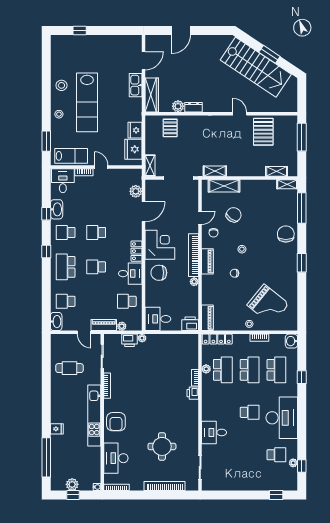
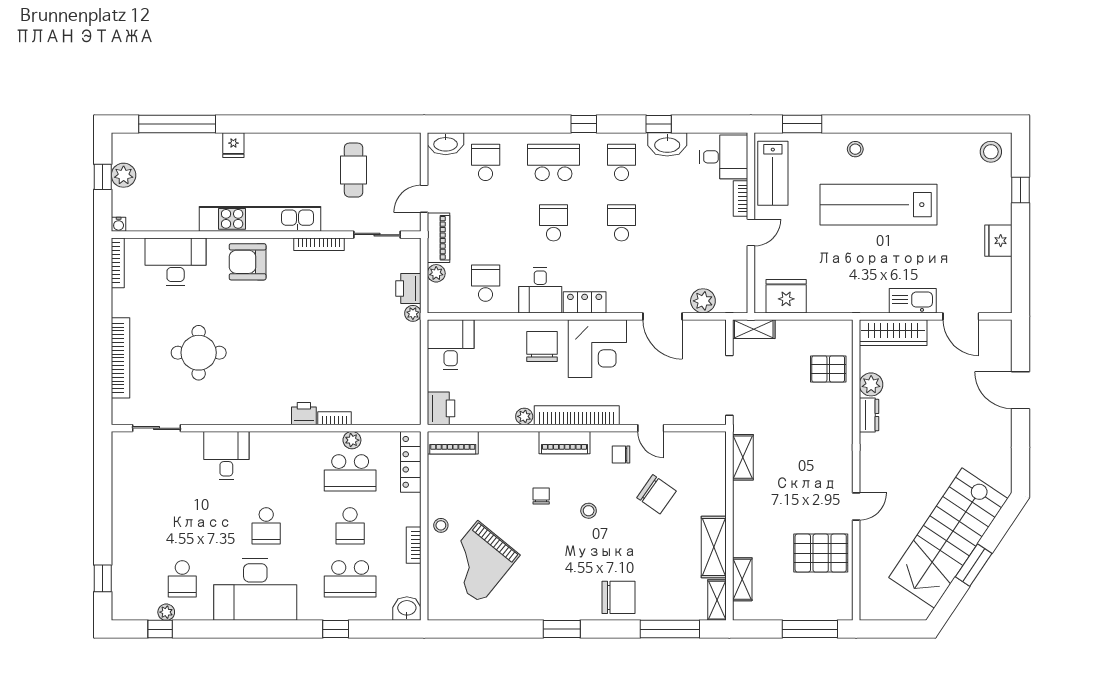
stool: (61, 85) -> (991, 152), moved
fridge: (135, 130) -> (998, 241), moved, turned -90
shelving: (224, 186) -> (714, 547), moved
school desk: (250, 370) -> (350, 526), width x0.54

